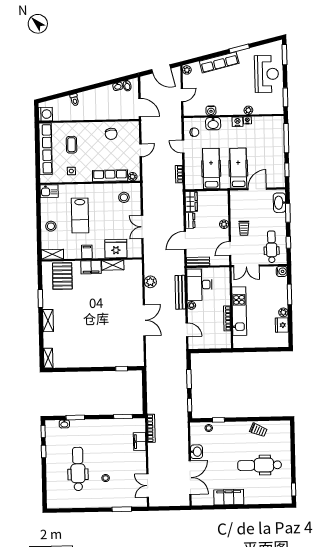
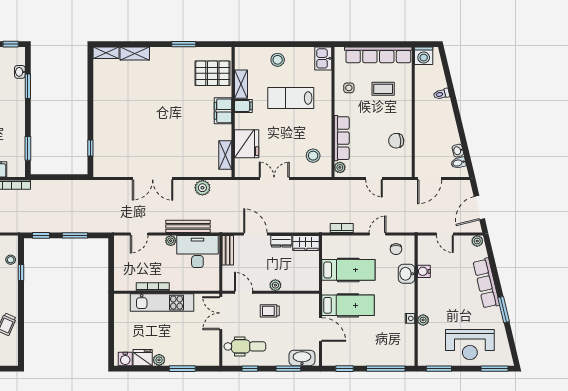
nightstand: (237, 122) -> (408, 305), removed
shelving: (52, 254) -> (241, 84), moved
shelving: (113, 265) -> (225, 155), moved
water cooler: (282, 271) -> (125, 359), moved
shelving: (48, 321) -> (135, 53), moved

